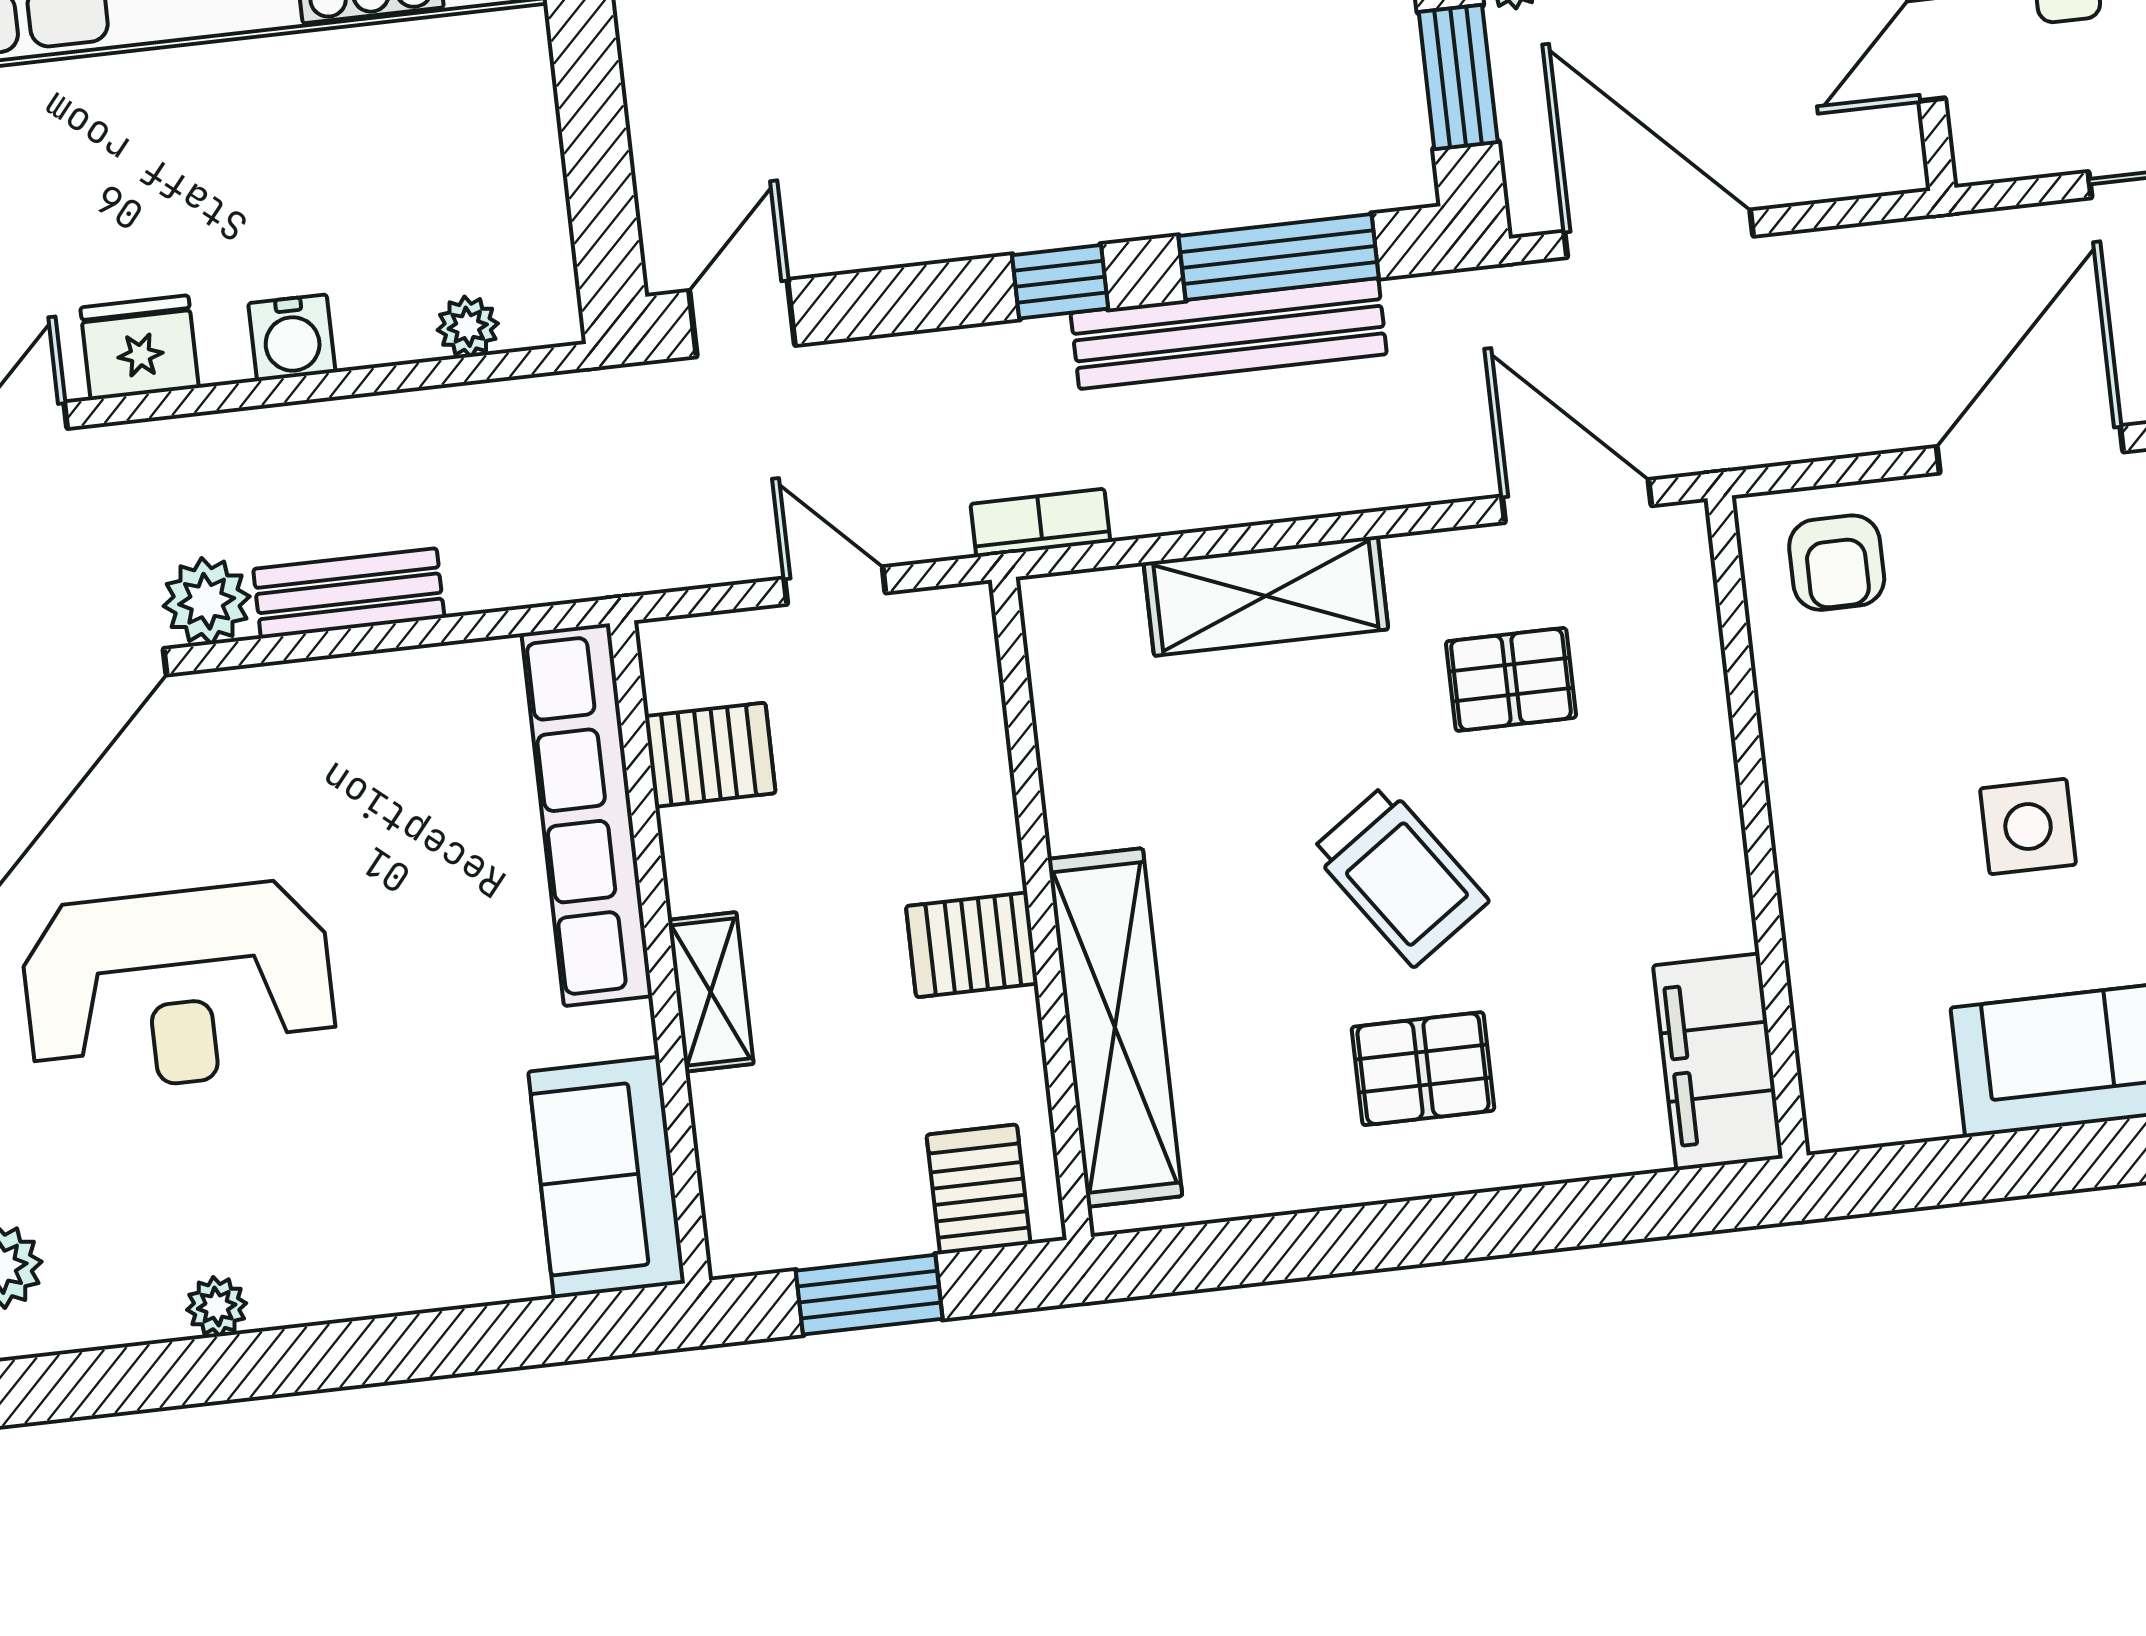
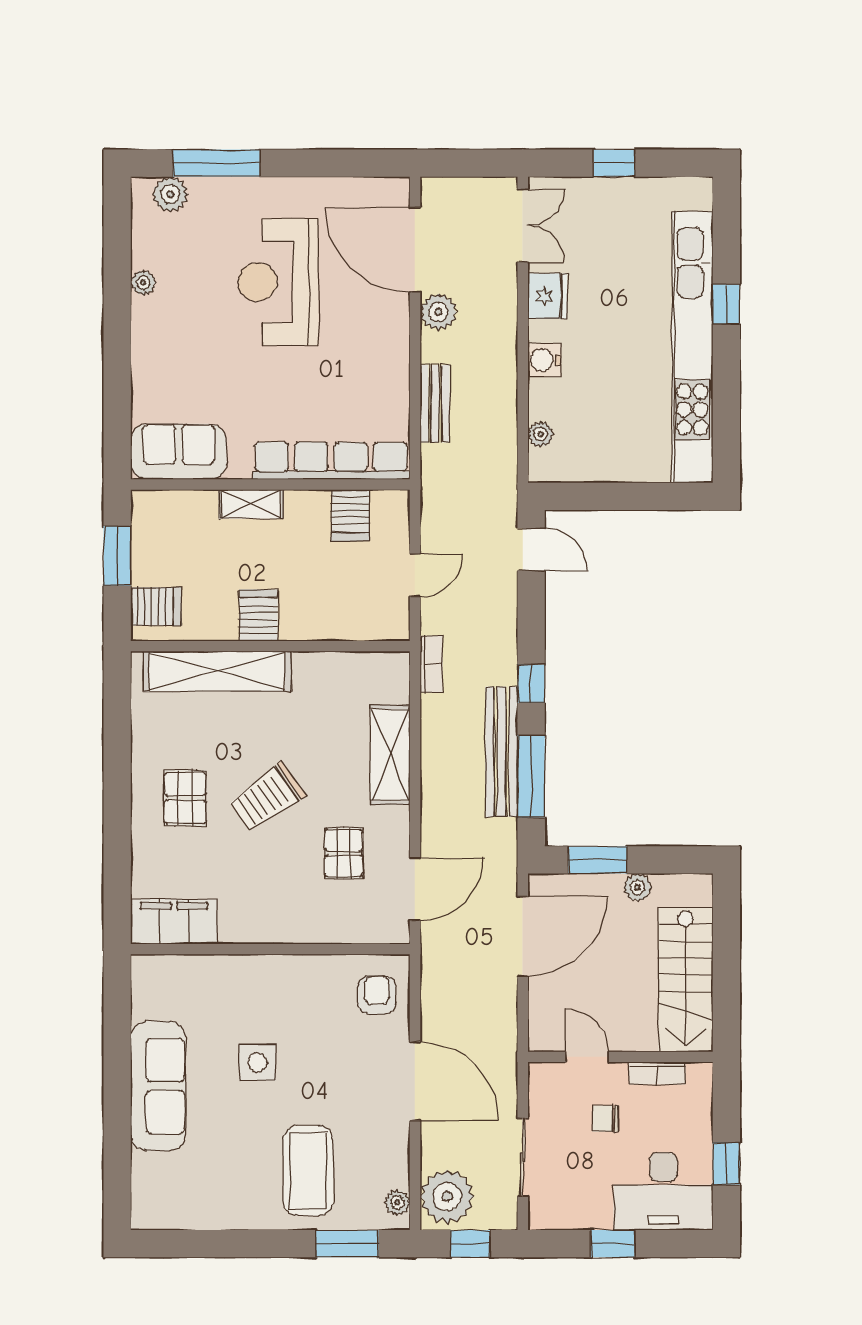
armchair: (1837, 563) -> (377, 995), turned 90
bench: (349, 593) -> (435, 404), moved

